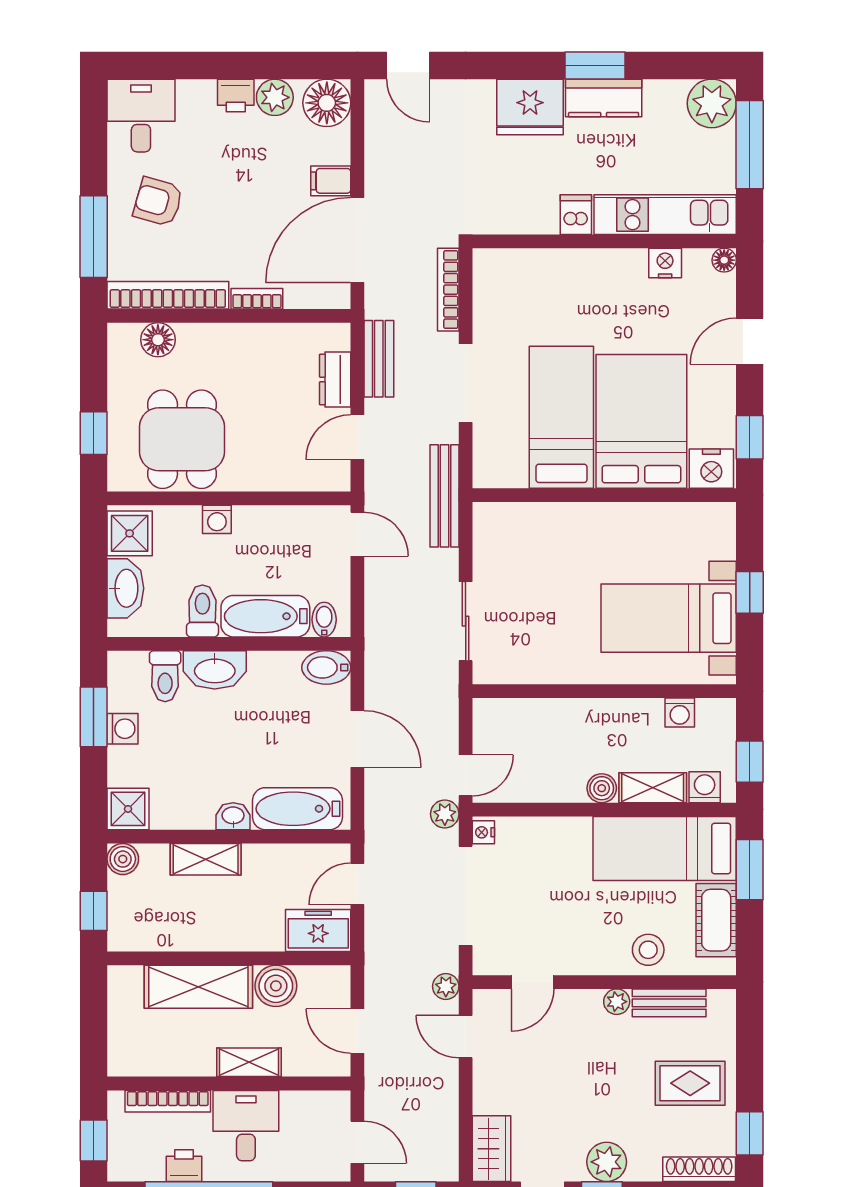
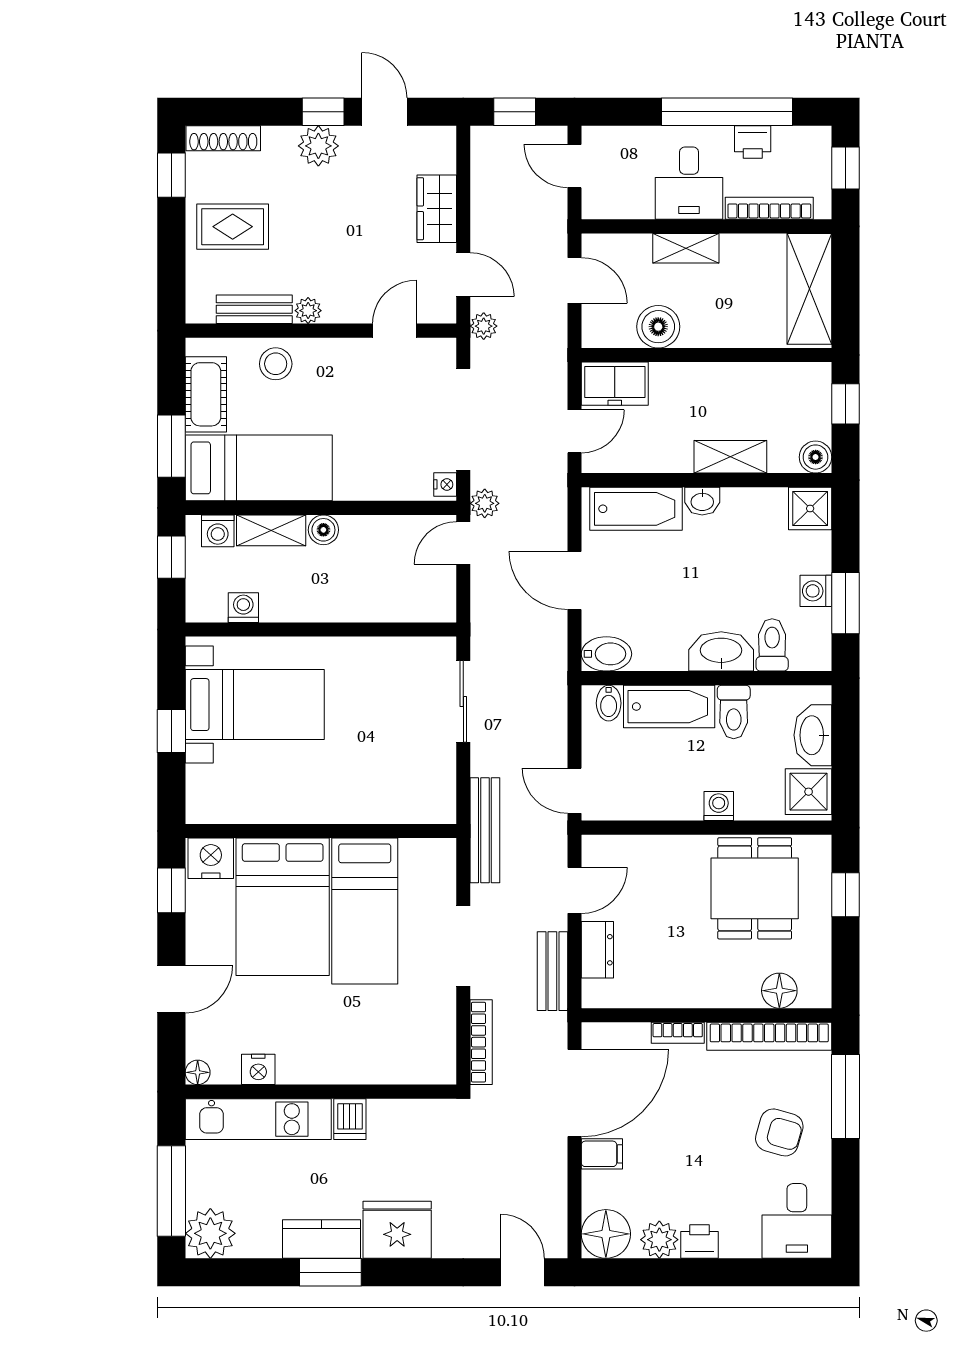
shelving: (198, 987) -> (809, 289), moved, turned 90
wardrobe: (491, 1149) -> (437, 209), moved

